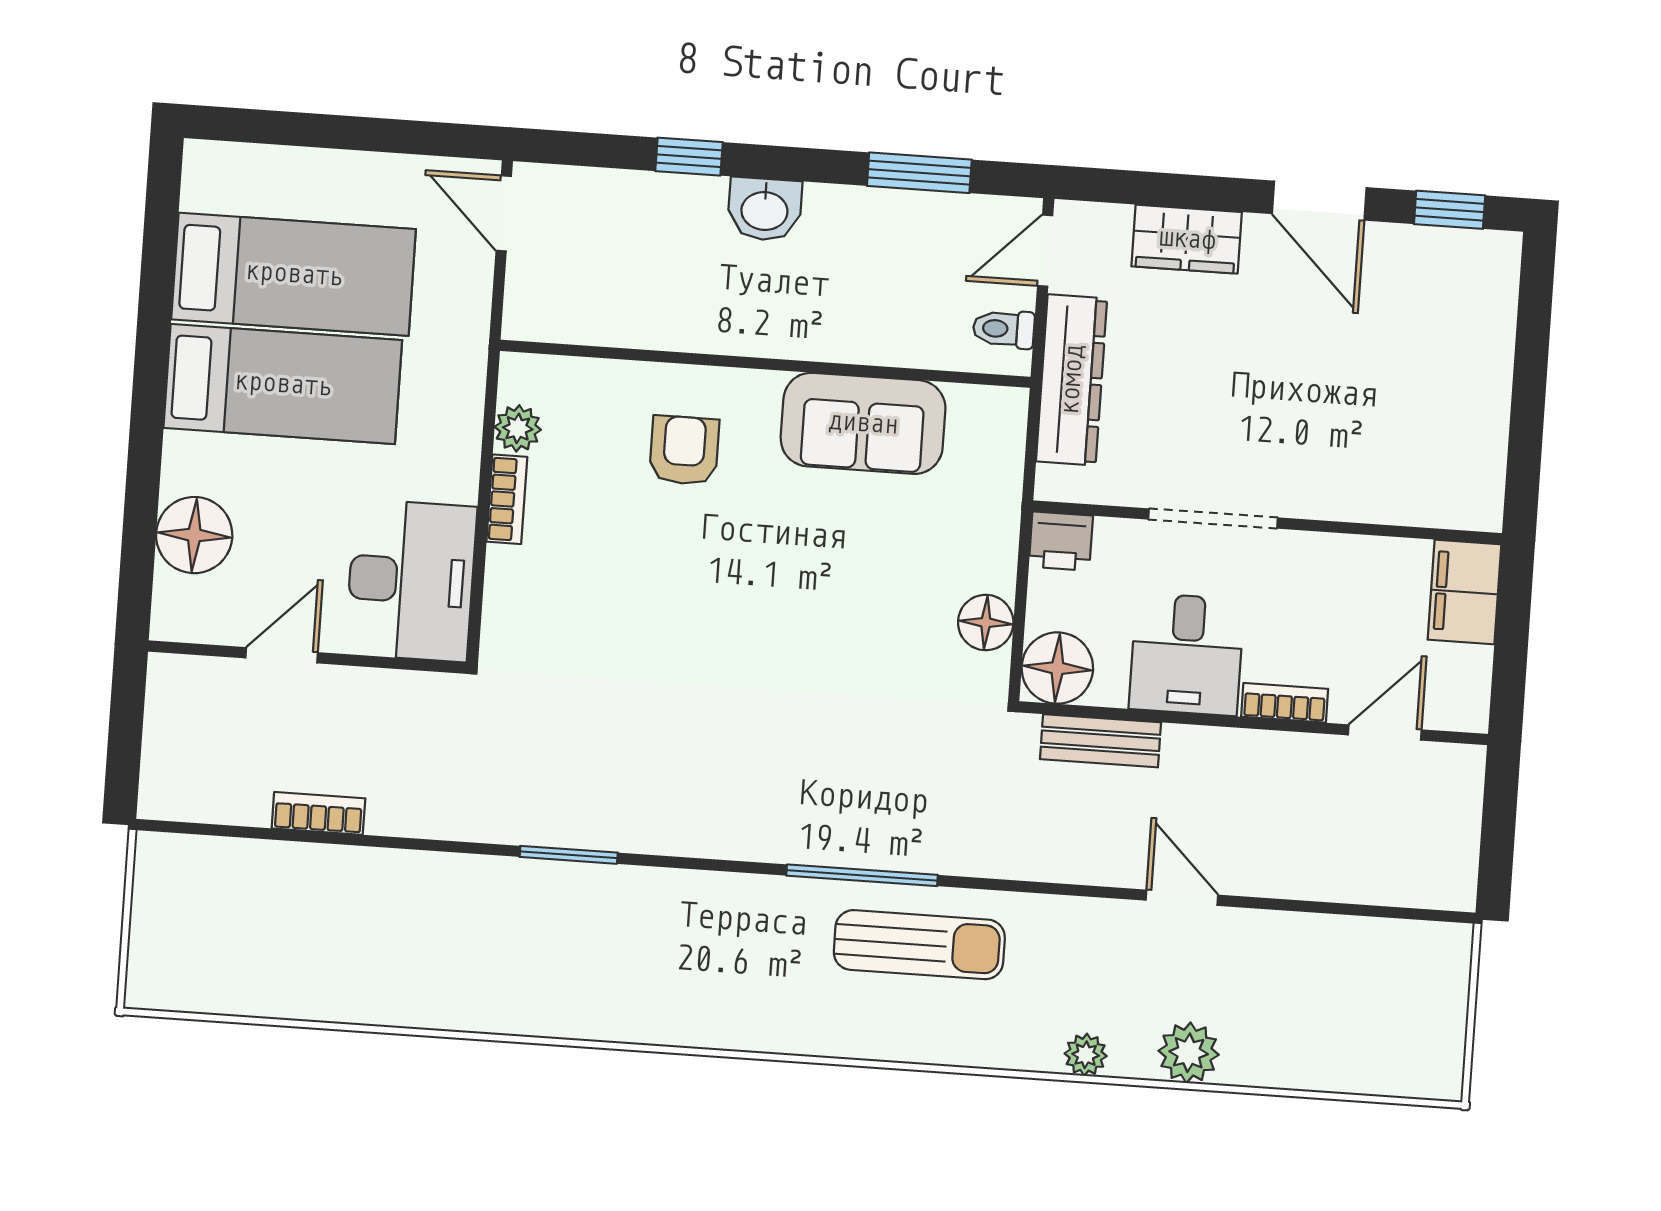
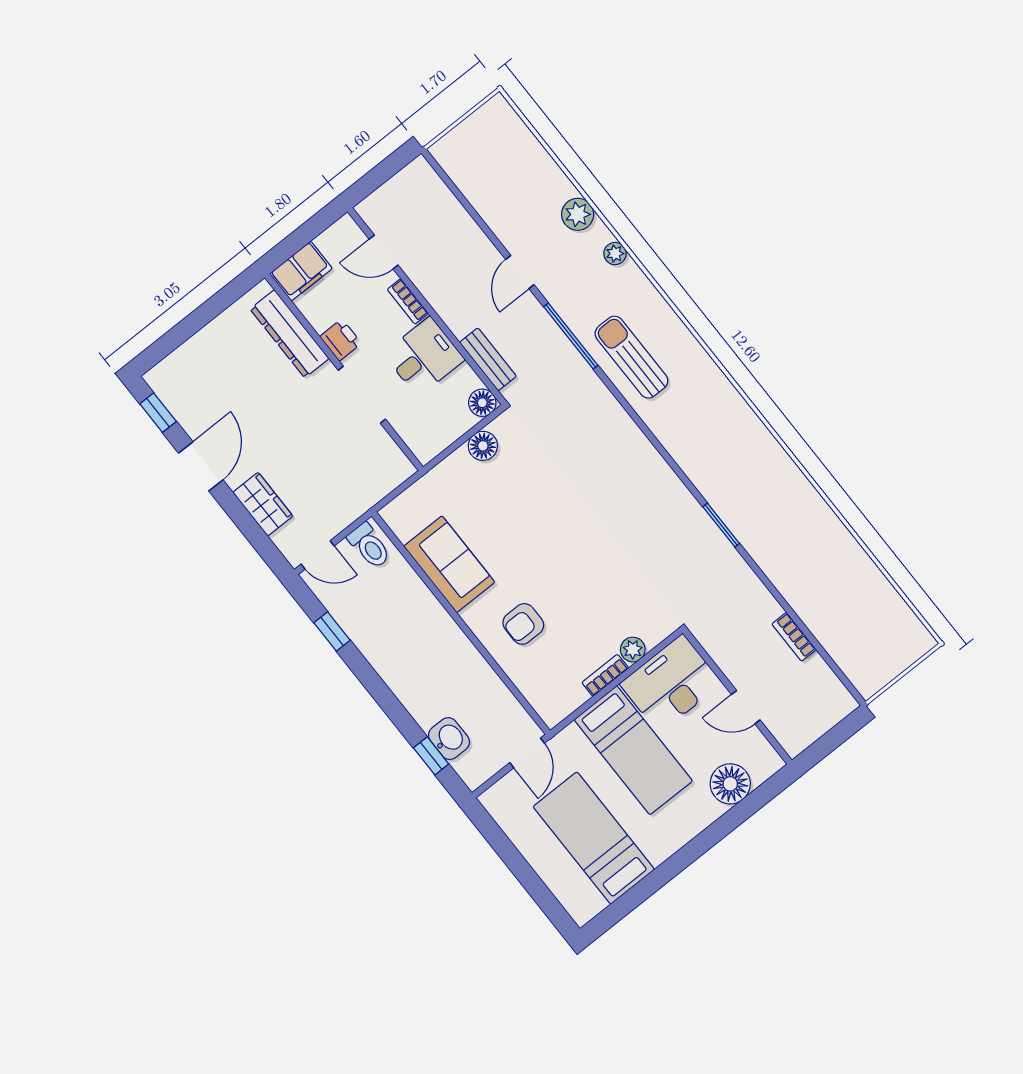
window: (689, 157) -> (431, 756), moved
window: (919, 173) -> (332, 631), width x0.67
washbasin: (765, 209) -> (449, 739), moved
door: (504, 213) -> (527, 753), moved
toilet: (1004, 329) -> (369, 546), width x1.37, depth x1.39
dresser: (1072, 380) -> (290, 334), moved, turned -90
bed: (283, 384) -> (633, 750), moved, turned 180
plant: (518, 428) -> (633, 649), moved
printer: (1061, 541) -> (341, 340), moved
floor lamp: (1057, 668) -> (482, 403), width x0.73, depth x0.73
window: (862, 875) -> (571, 336), moved

